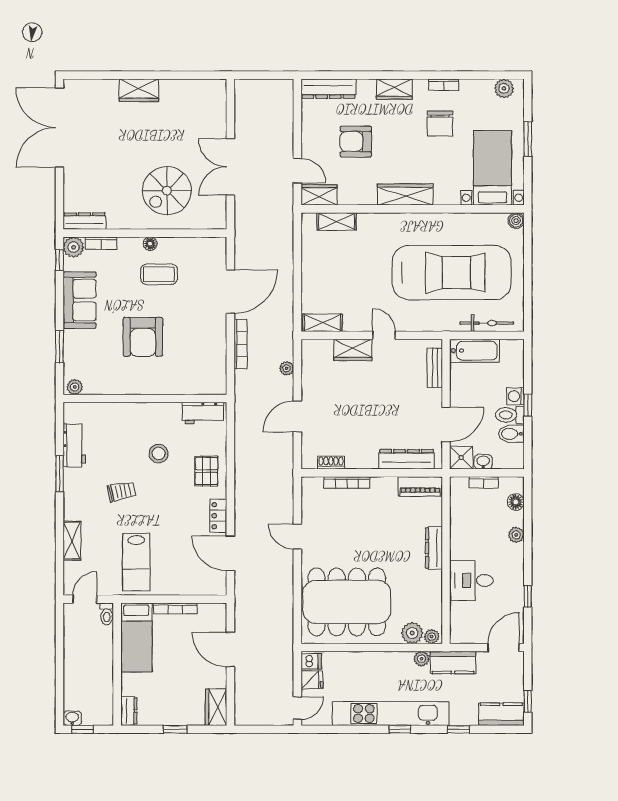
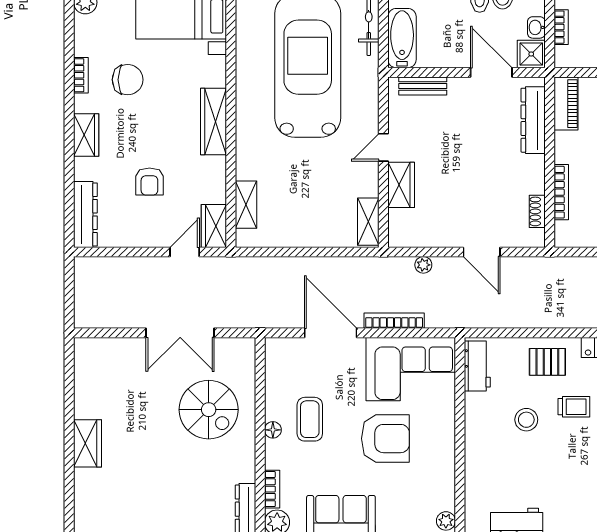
armchair: (356, 142) -> (149, 182), width x0.72, depth x0.72
corner sofa: (200, 358) -> (411, 369), added
trolley: (121, 491) -> (574, 407), moved, turned 102

